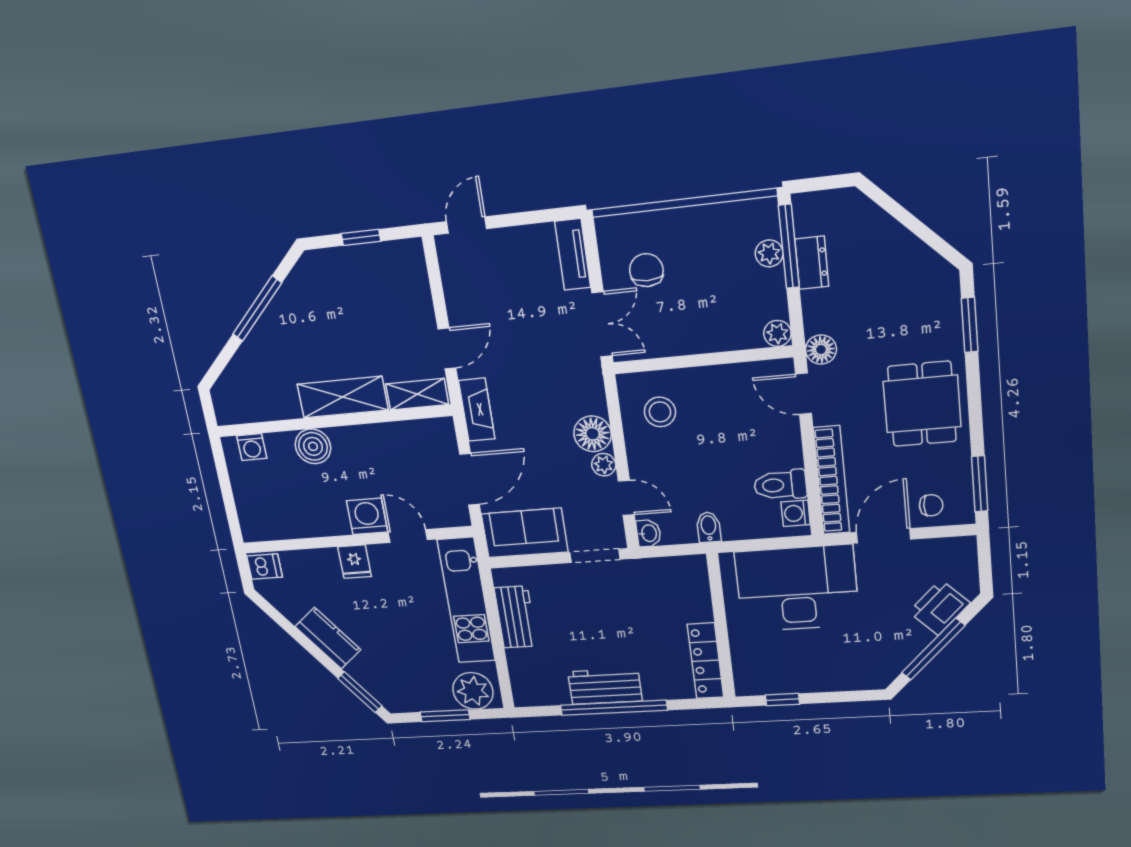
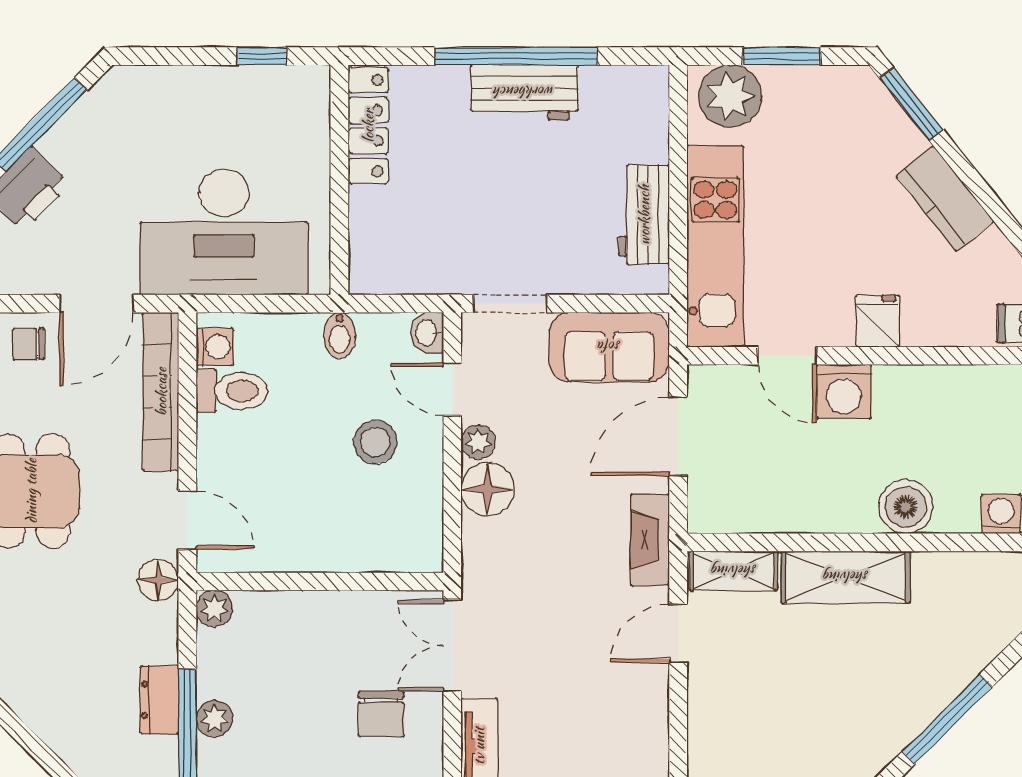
stool: (660, 412) -> (375, 442), moved

